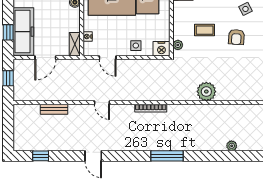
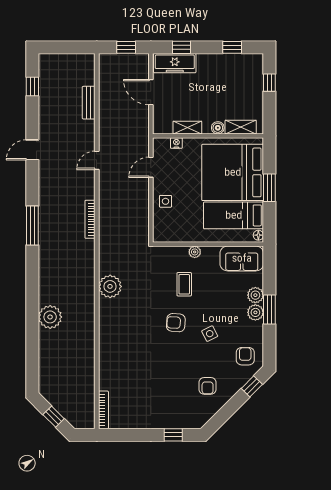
freezer: (23, 32) -> (175, 63), width x0.73, depth x0.79
shelving: (75, 44) -> (187, 128), moved
plant: (178, 45) -> (195, 252), moved
nightstand: (161, 49) -> (162, 232), removed
plant: (232, 146) -> (50, 317), width x1.88, depth x1.88
window: (167, 156) -> (32, 225), moved

